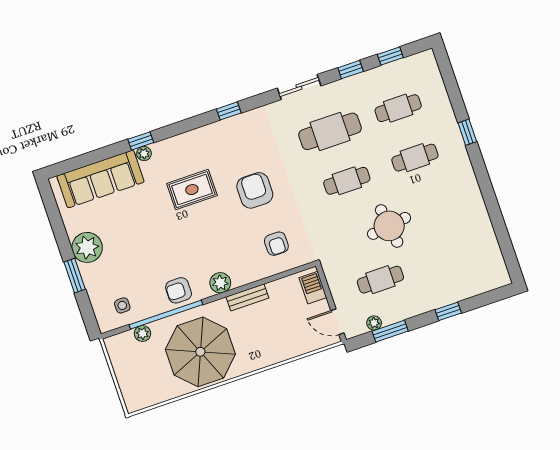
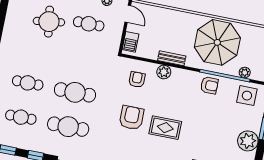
cafe table: (347, 181) -> (75, 92), width x1.37, depth x1.35
rug: (192, 190) -> (165, 128), moved
armchair: (255, 190) -> (132, 118), turned 180
round table: (389, 226) -> (49, 22), moved
plant: (220, 283) -> (164, 72), moved
side table: (122, 305) -> (247, 96), width x1.87, depth x1.87

